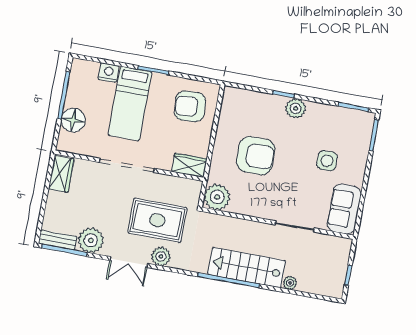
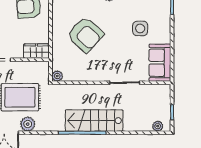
armchair: (256, 156) -> (85, 35), turned 42
plant: (217, 197) -> (57, 76), width x0.53, depth x0.53
plant: (290, 283) -> (158, 126), moved

